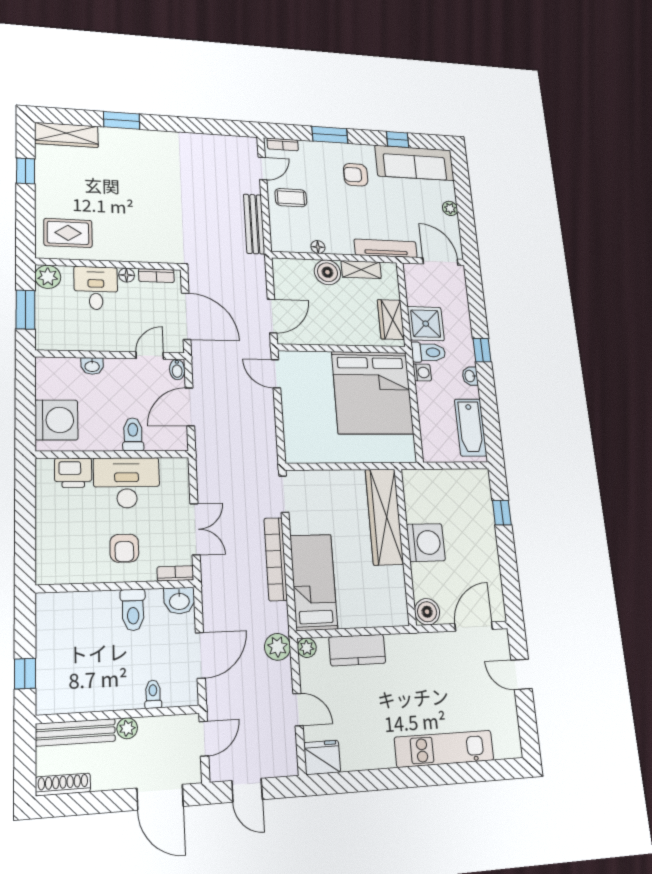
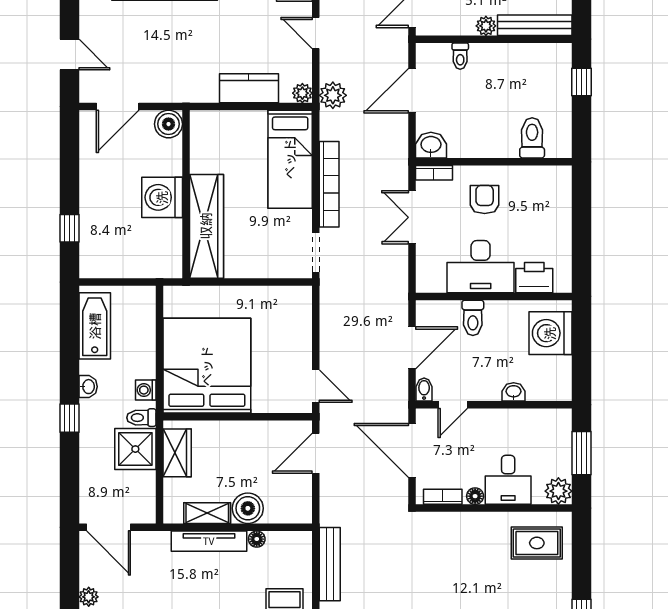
tv unit: (386, 248) -> (209, 541), moved
toilet: (428, 352) -> (141, 418), width x0.73, depth x0.72
toilet: (133, 610) -> (532, 138), moved

